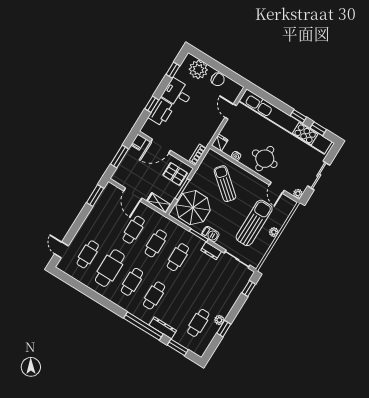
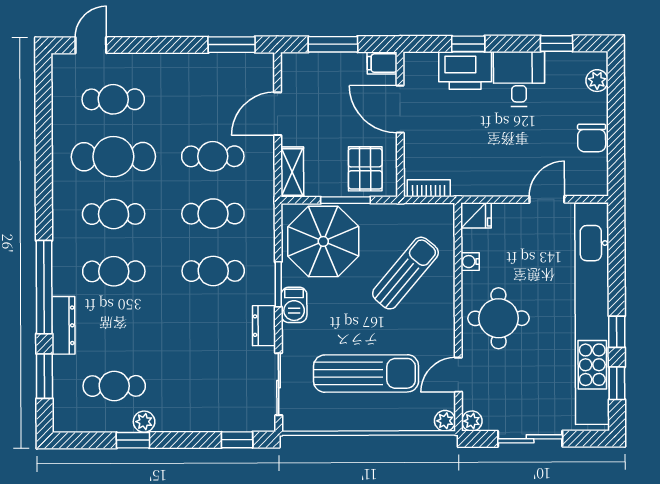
plant: (198, 70) -> (597, 81), width x0.53, depth x0.53
plant: (274, 232) -> (445, 421), moved

